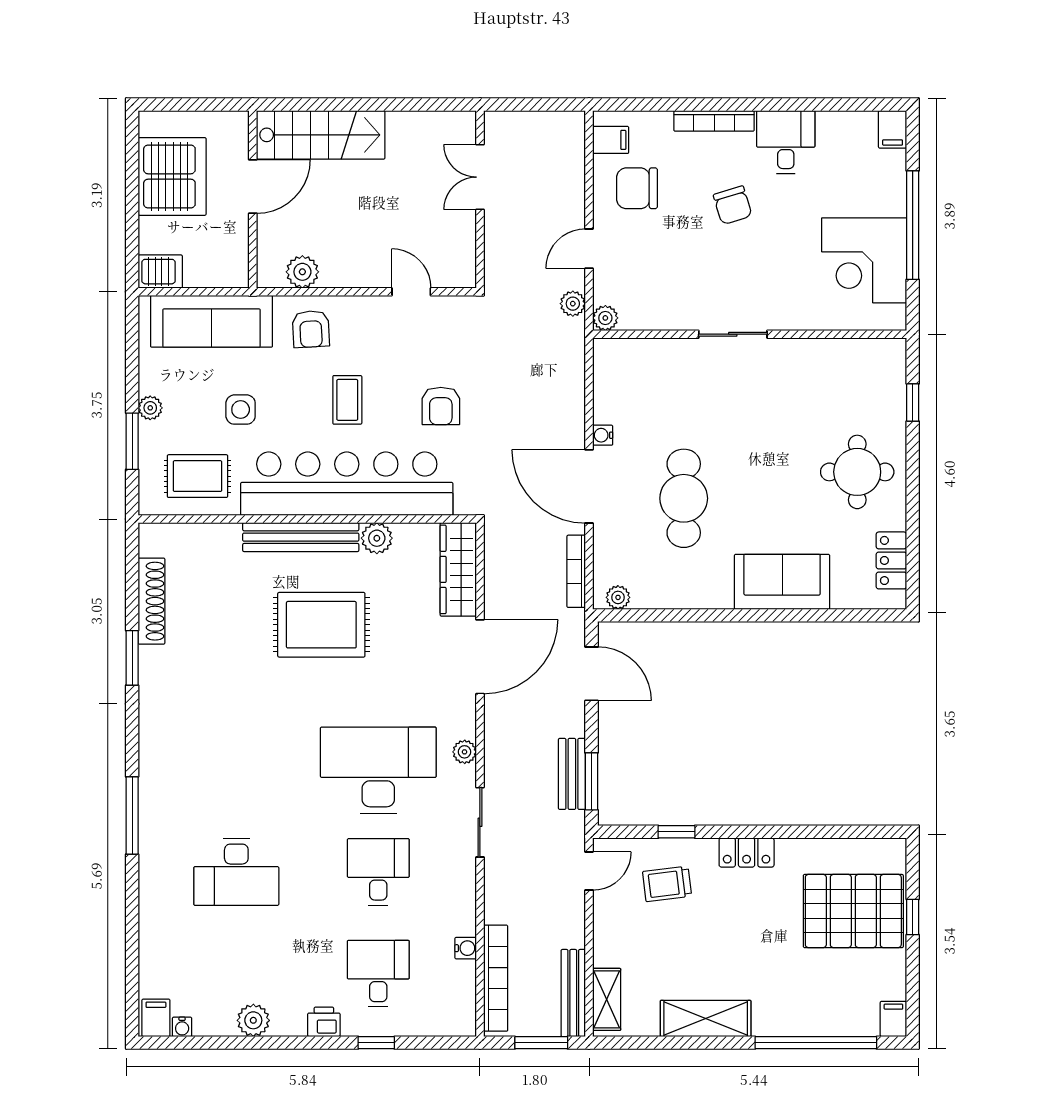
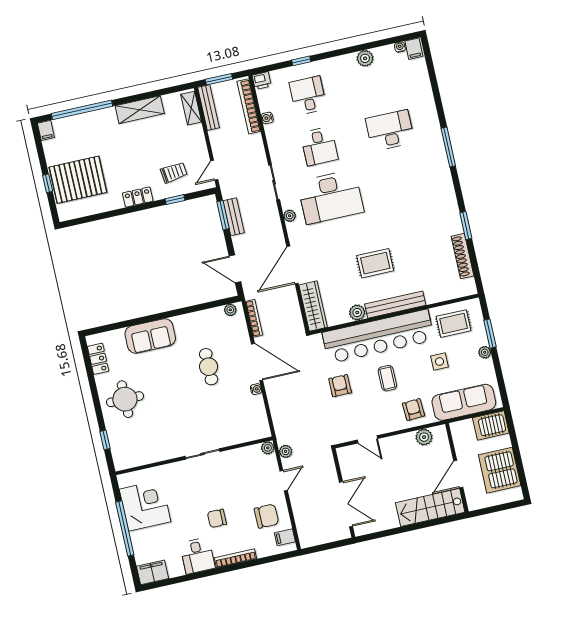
filing cabinet: (893, 129) -> (153, 572), width x2.00
double door: (480, 177) -> (346, 504), width x1.37
chair: (733, 205) -> (217, 518), turned -73
server rack: (160, 272) -> (491, 425), width x1.36, depth x1.44
cafe table: (684, 498) -> (209, 367), width x0.73, depth x0.74
rug: (321, 625) -> (375, 263), width x0.73, depth x0.70
desk: (378, 974) -> (308, 96), turned 180
printer: (324, 1022) -> (262, 81), moved

